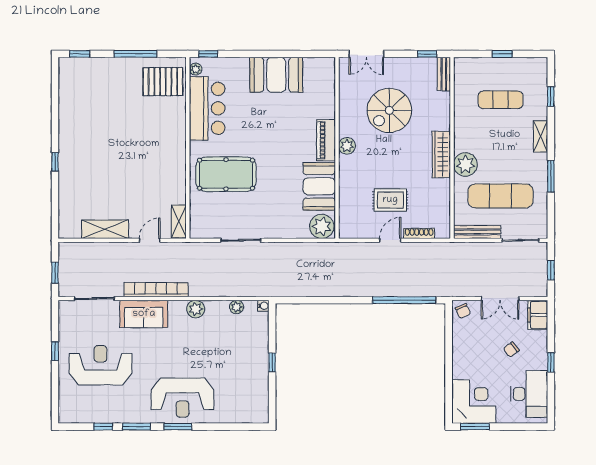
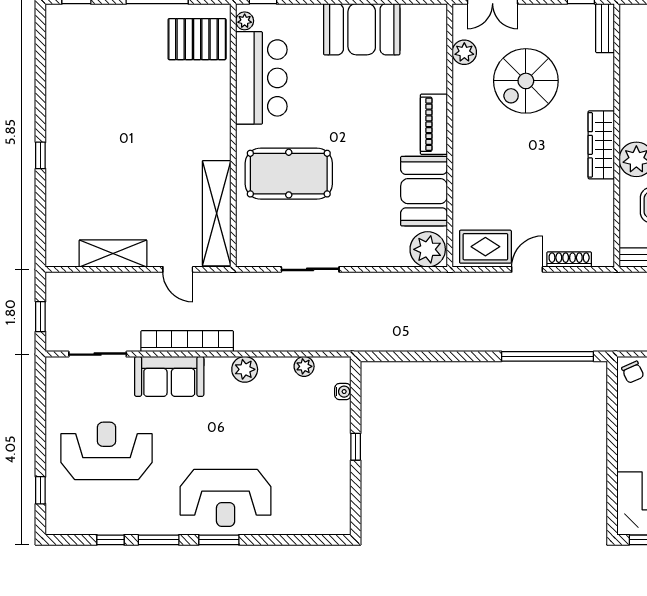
plant: (347, 146) -> (464, 52), moved
rug: (390, 200) -> (485, 247), moved
shelving: (179, 221) -> (217, 213), width x2.20, depth x1.33
door: (150, 240) -> (178, 269), swing flipped
water cooler: (263, 306) -> (343, 392), moved
window: (55, 351) -> (40, 490), moved

